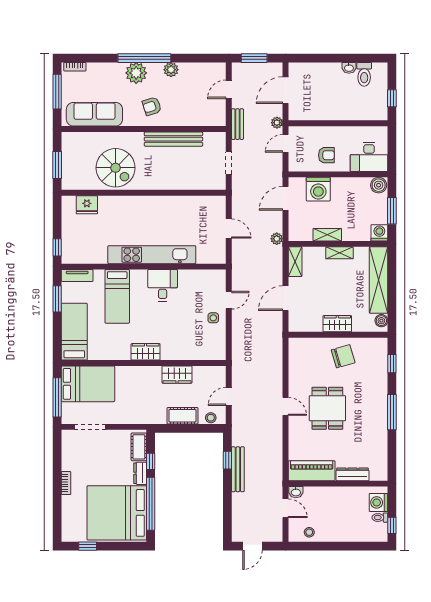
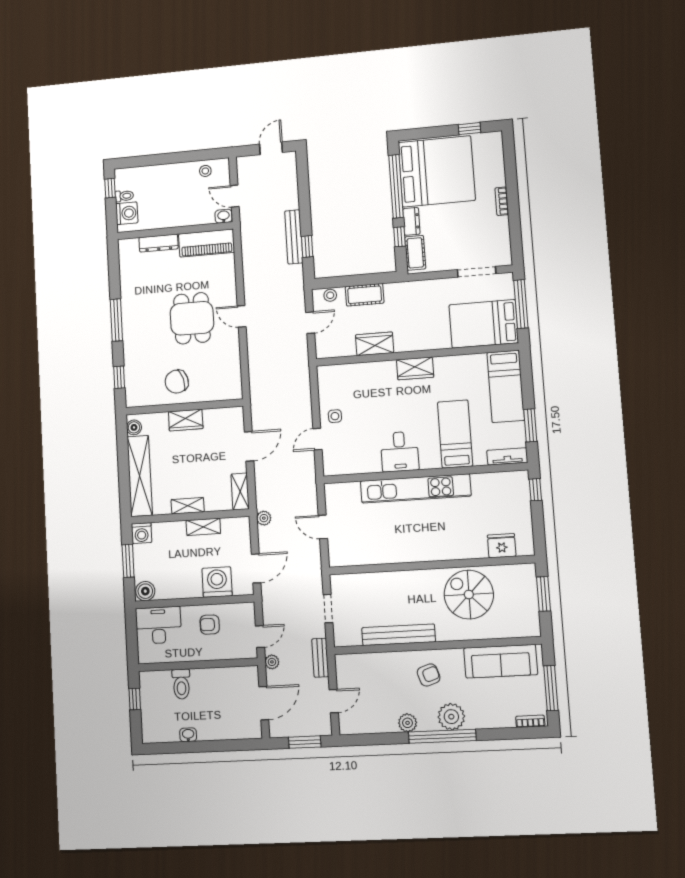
toilet: (364, 74) -> (181, 684), moved, turned 180

